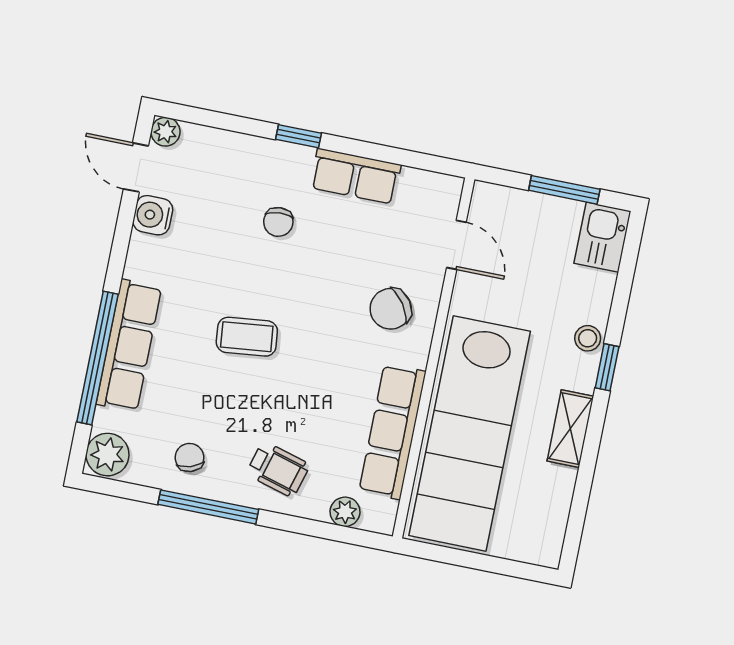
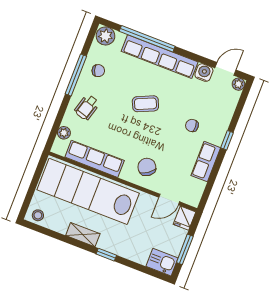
fridge: (493, 203) -> (185, 218), added
coffee table: (247, 337) -> (145, 104), turned 72
stool: (588, 338) -> (38, 215), moved
row of seats: (129, 345) -> (160, 57), width x1.36

